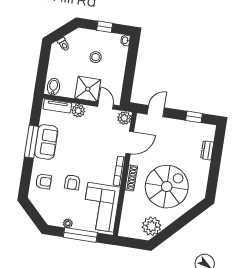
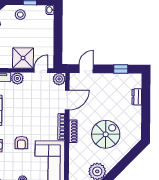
stool: (96, 57) -> (20, 15), moved
door: (106, 106) -> (41, 71), hinge flipped
spiral stairs: (167, 187) -> (106, 134), width x0.73, depth x0.73

